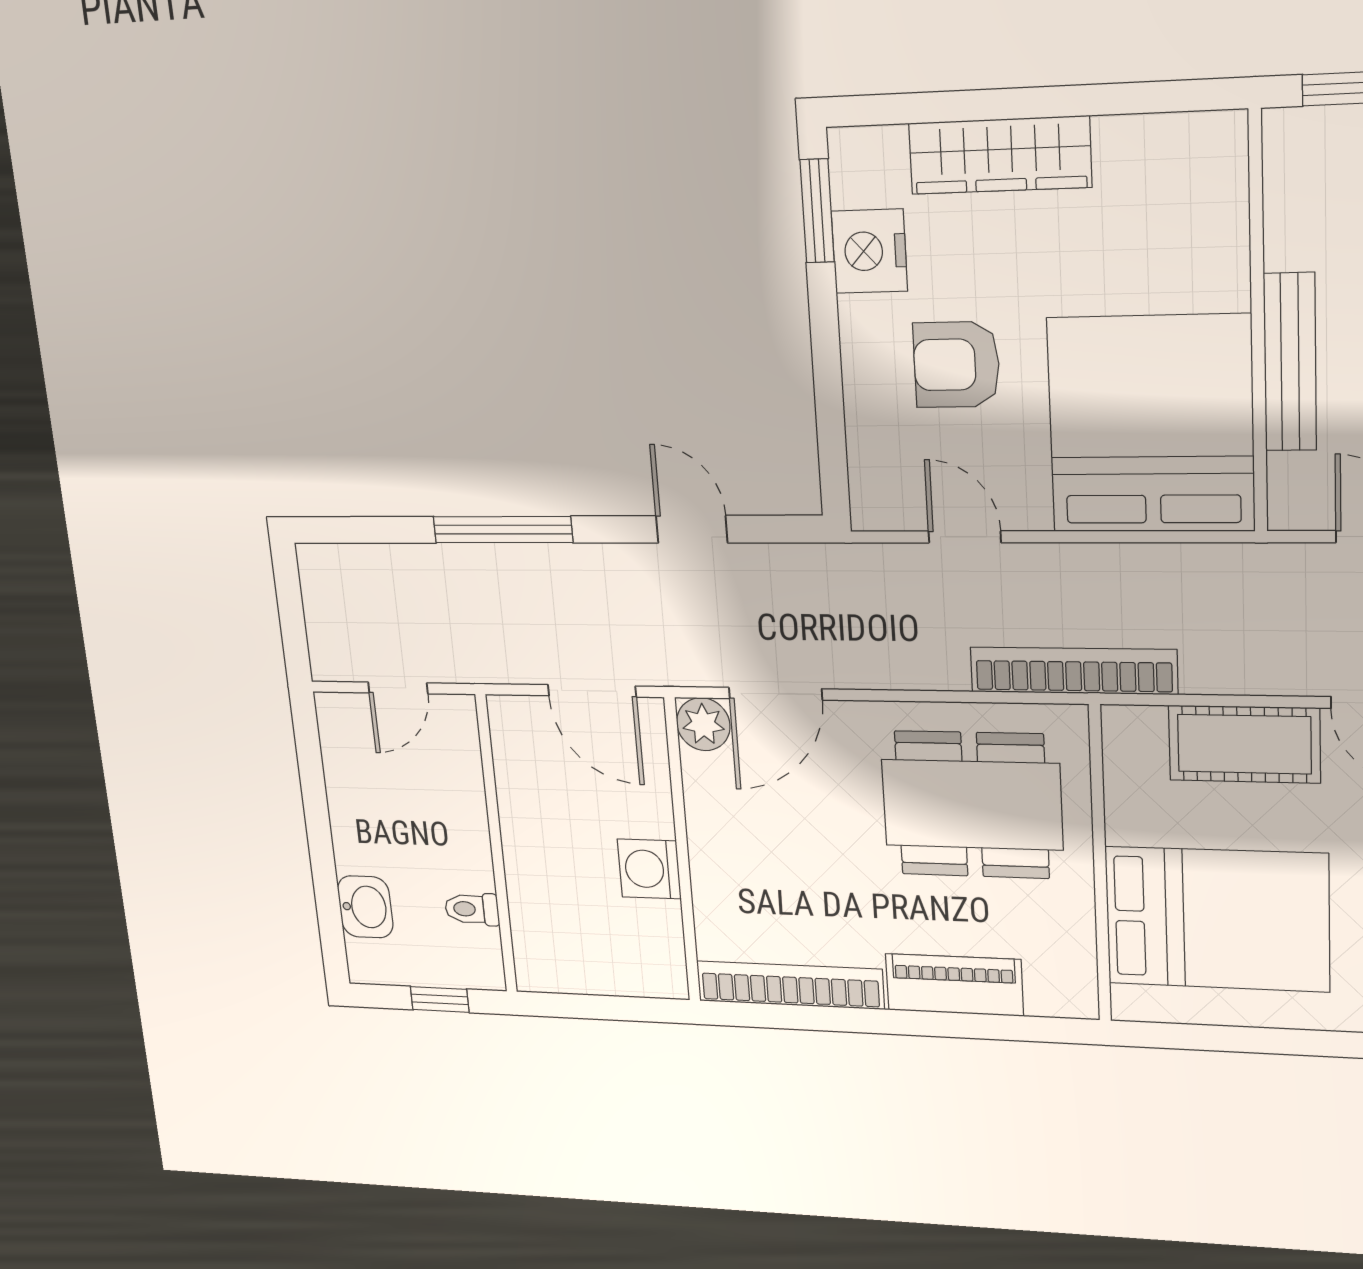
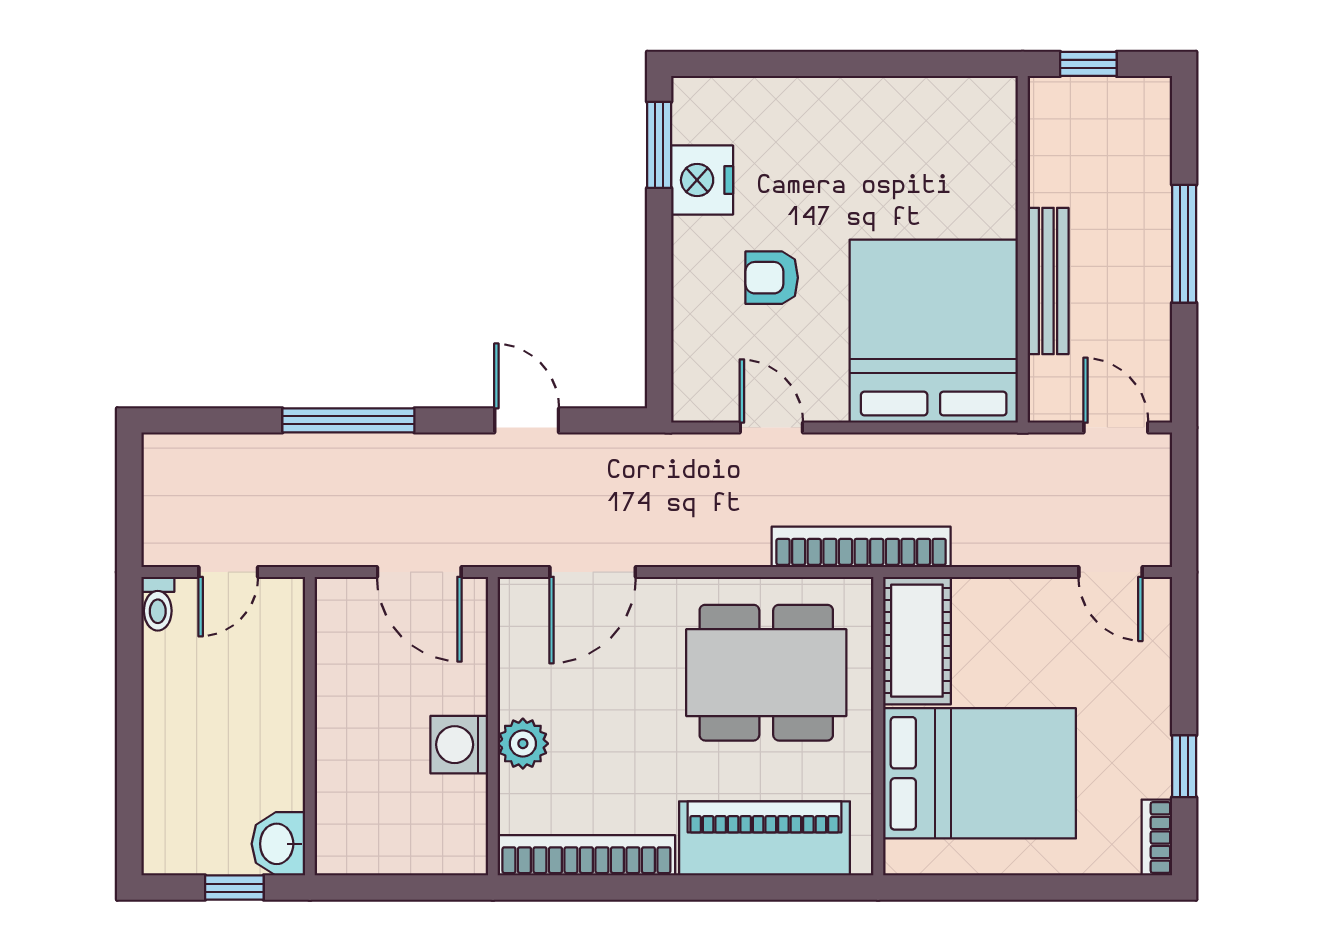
wardrobe: (1000, 155) -> (816, 105), removed
armchair: (957, 365) -> (772, 278), width x0.72, depth x0.72
plant: (703, 724) -> (523, 744), moved
cot: (1244, 744) -> (917, 641), moved, turned 90
washbasin: (365, 907) -> (278, 844), moved, turned 180
toilet: (472, 909) -> (158, 604), moved, turned -90
piano: (954, 985) -> (764, 838), width x1.37, depth x1.33

